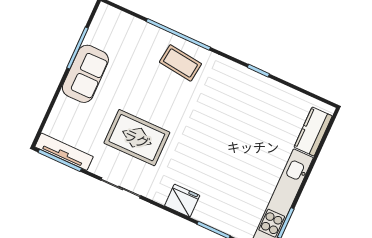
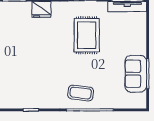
sofa: (85, 74) -> (136, 74), moved
rug: (137, 138) -> (87, 35), turned 90

